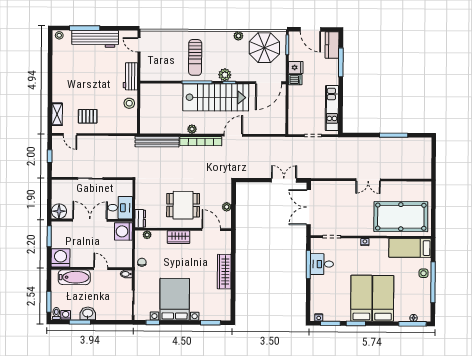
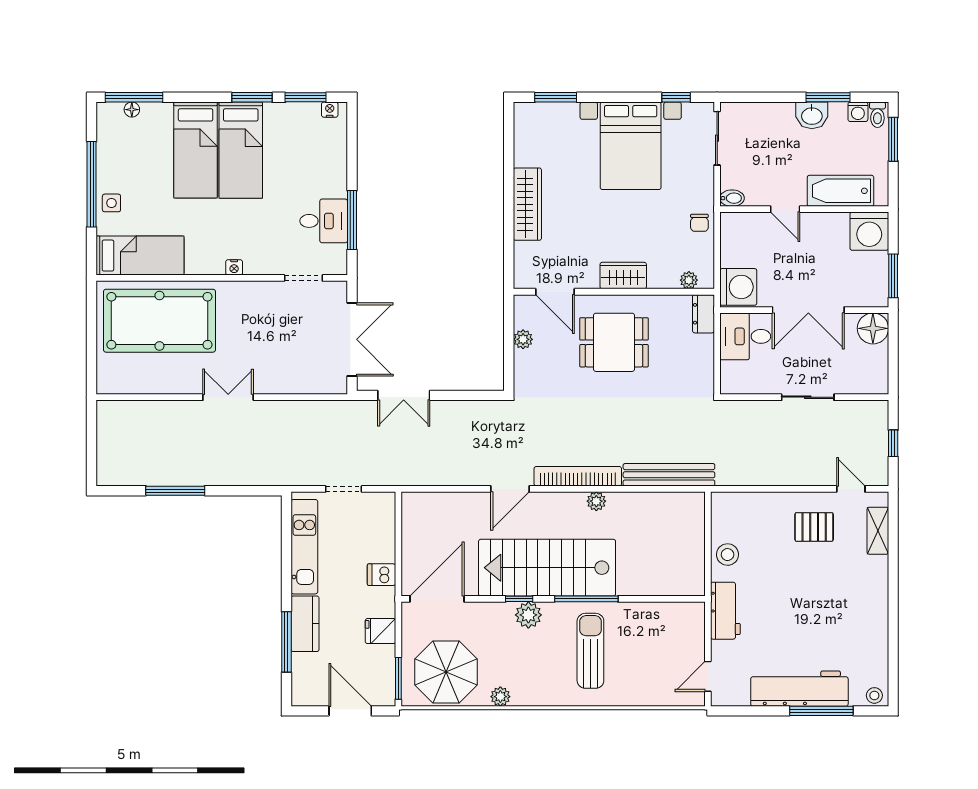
door: (139, 45) -> (708, 676), swing flipped
kitchen counter: (332, 45) -> (305, 624), moved
dishwasher: (295, 80) -> (382, 575), moved

